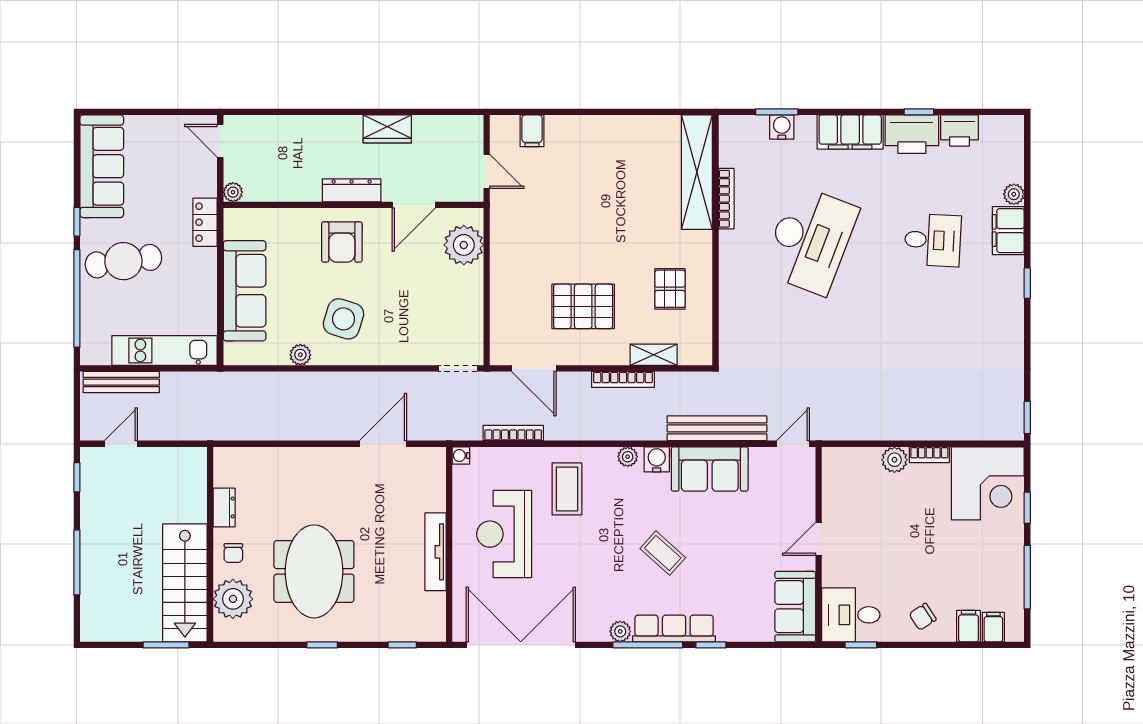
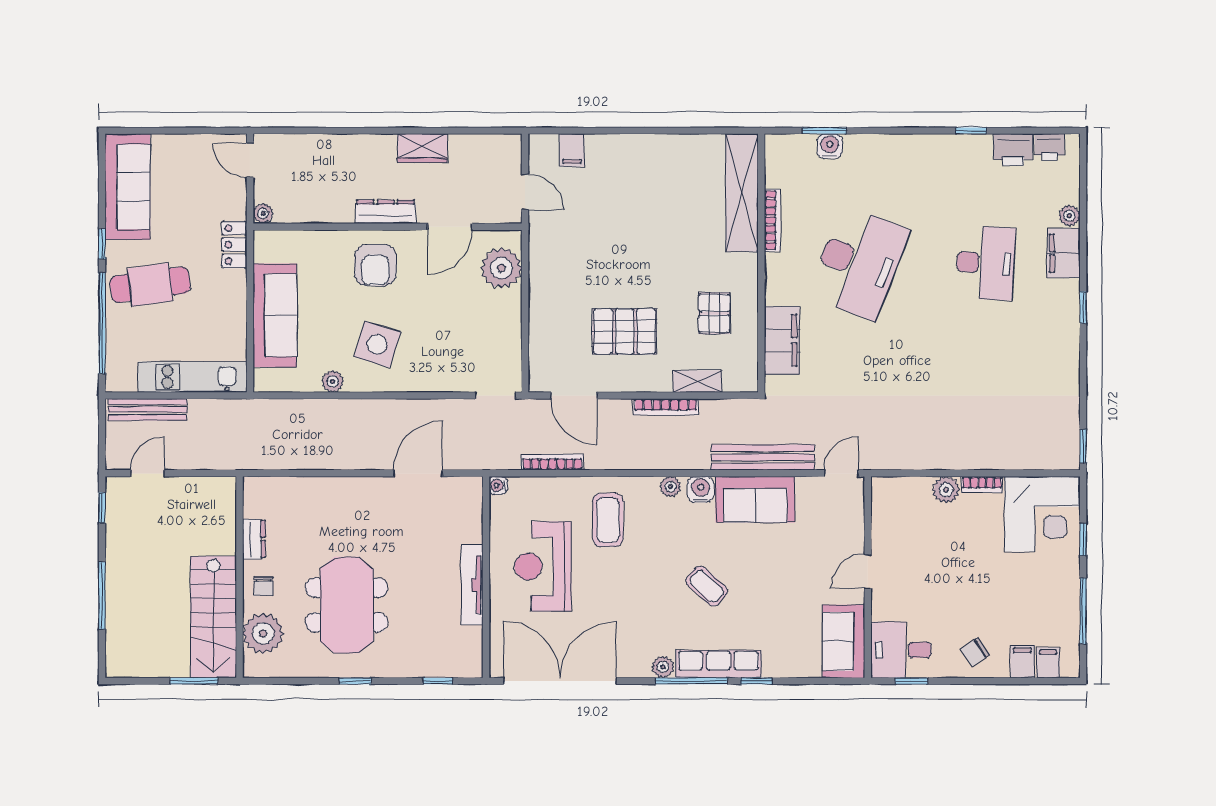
filing cabinet: (850, 132) -> (782, 340), moved, turned -90
printer: (912, 134) -> (1050, 147), moved, width x0.53, depth x0.68
desk: (933, 240) -> (985, 263), width x1.37

